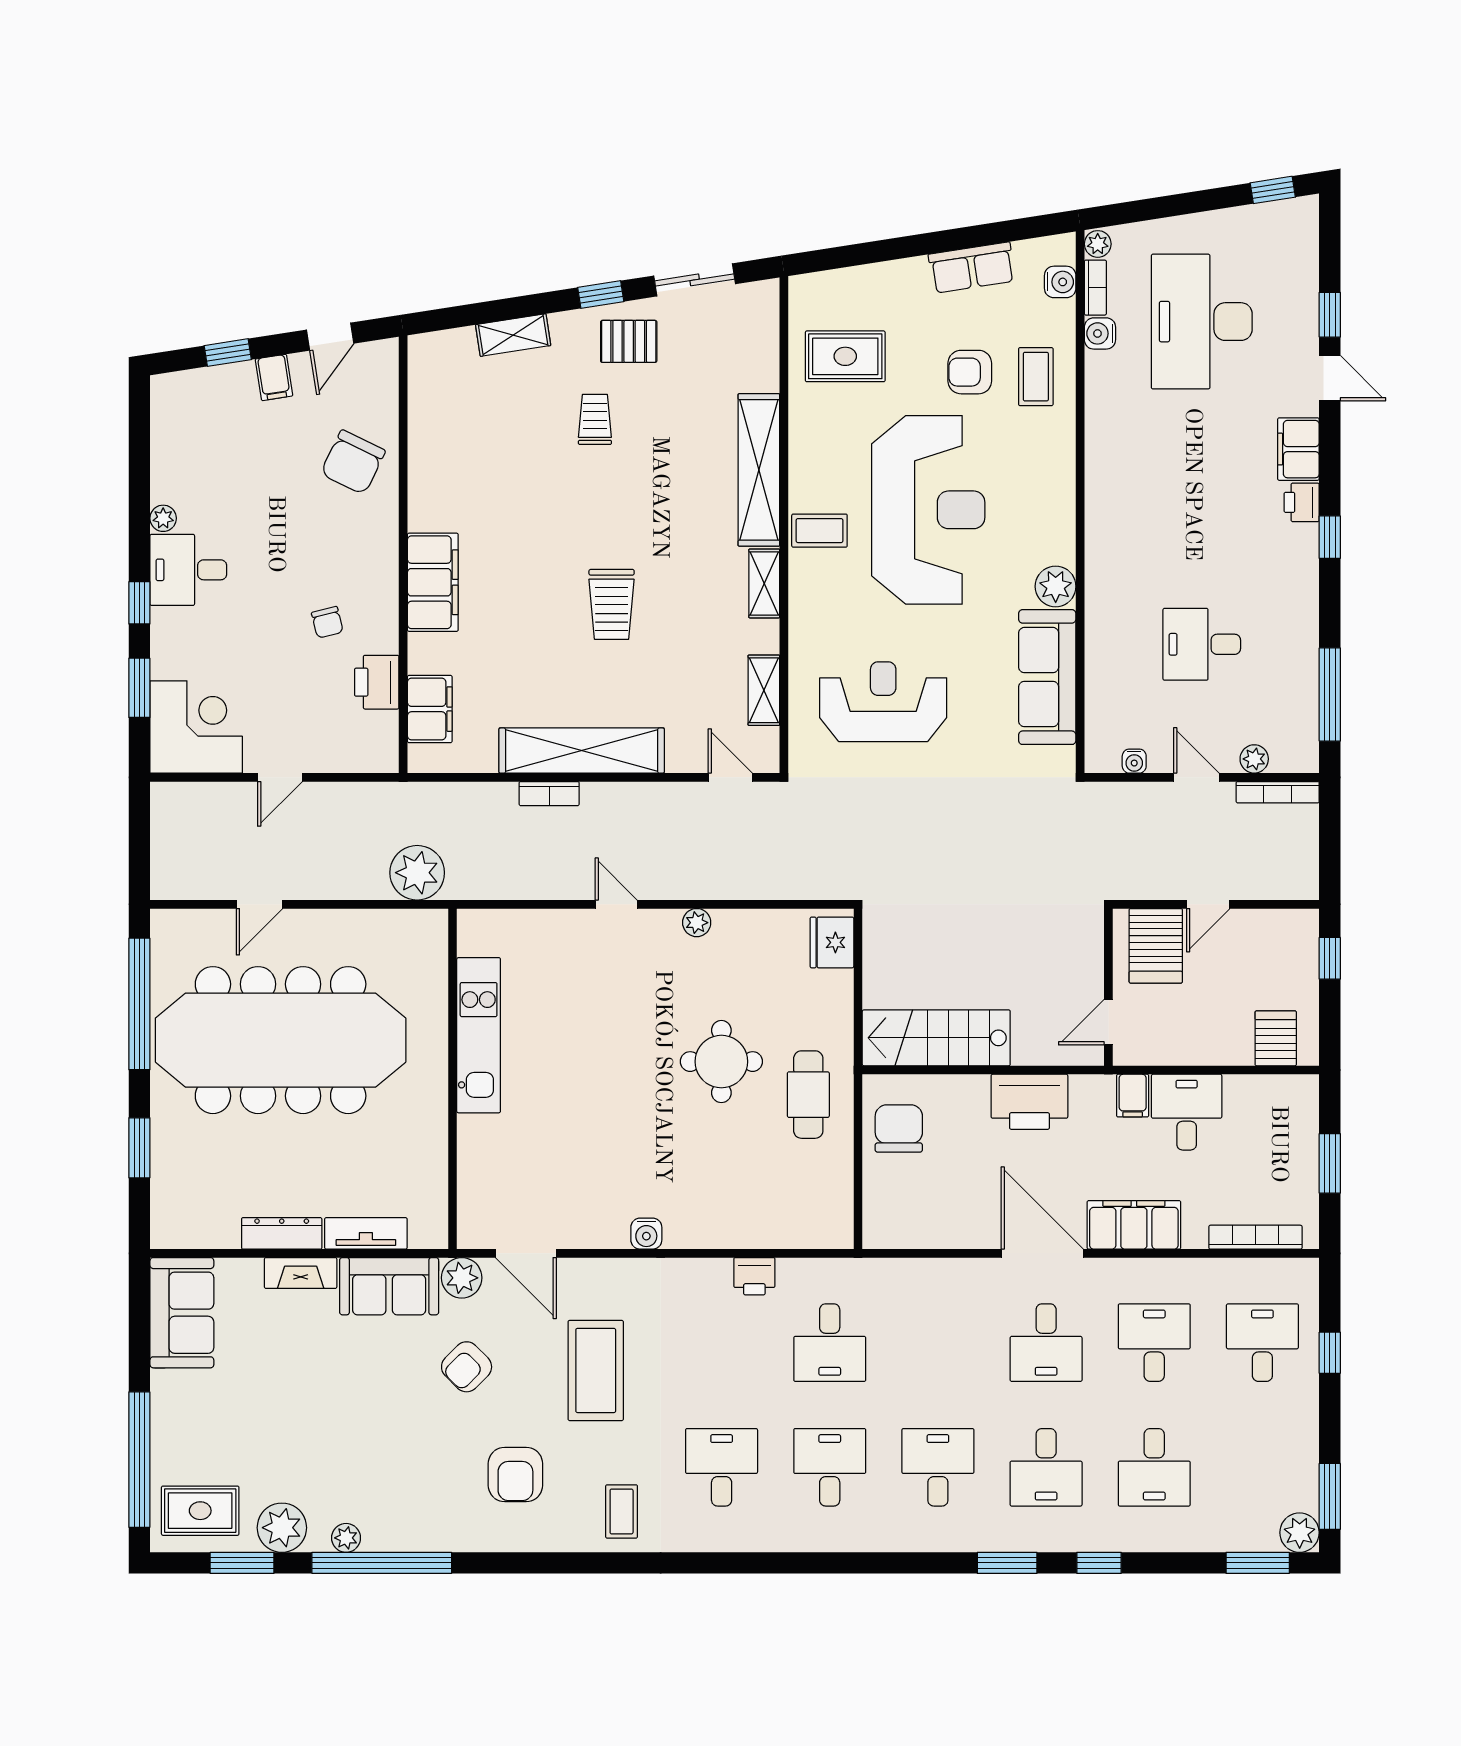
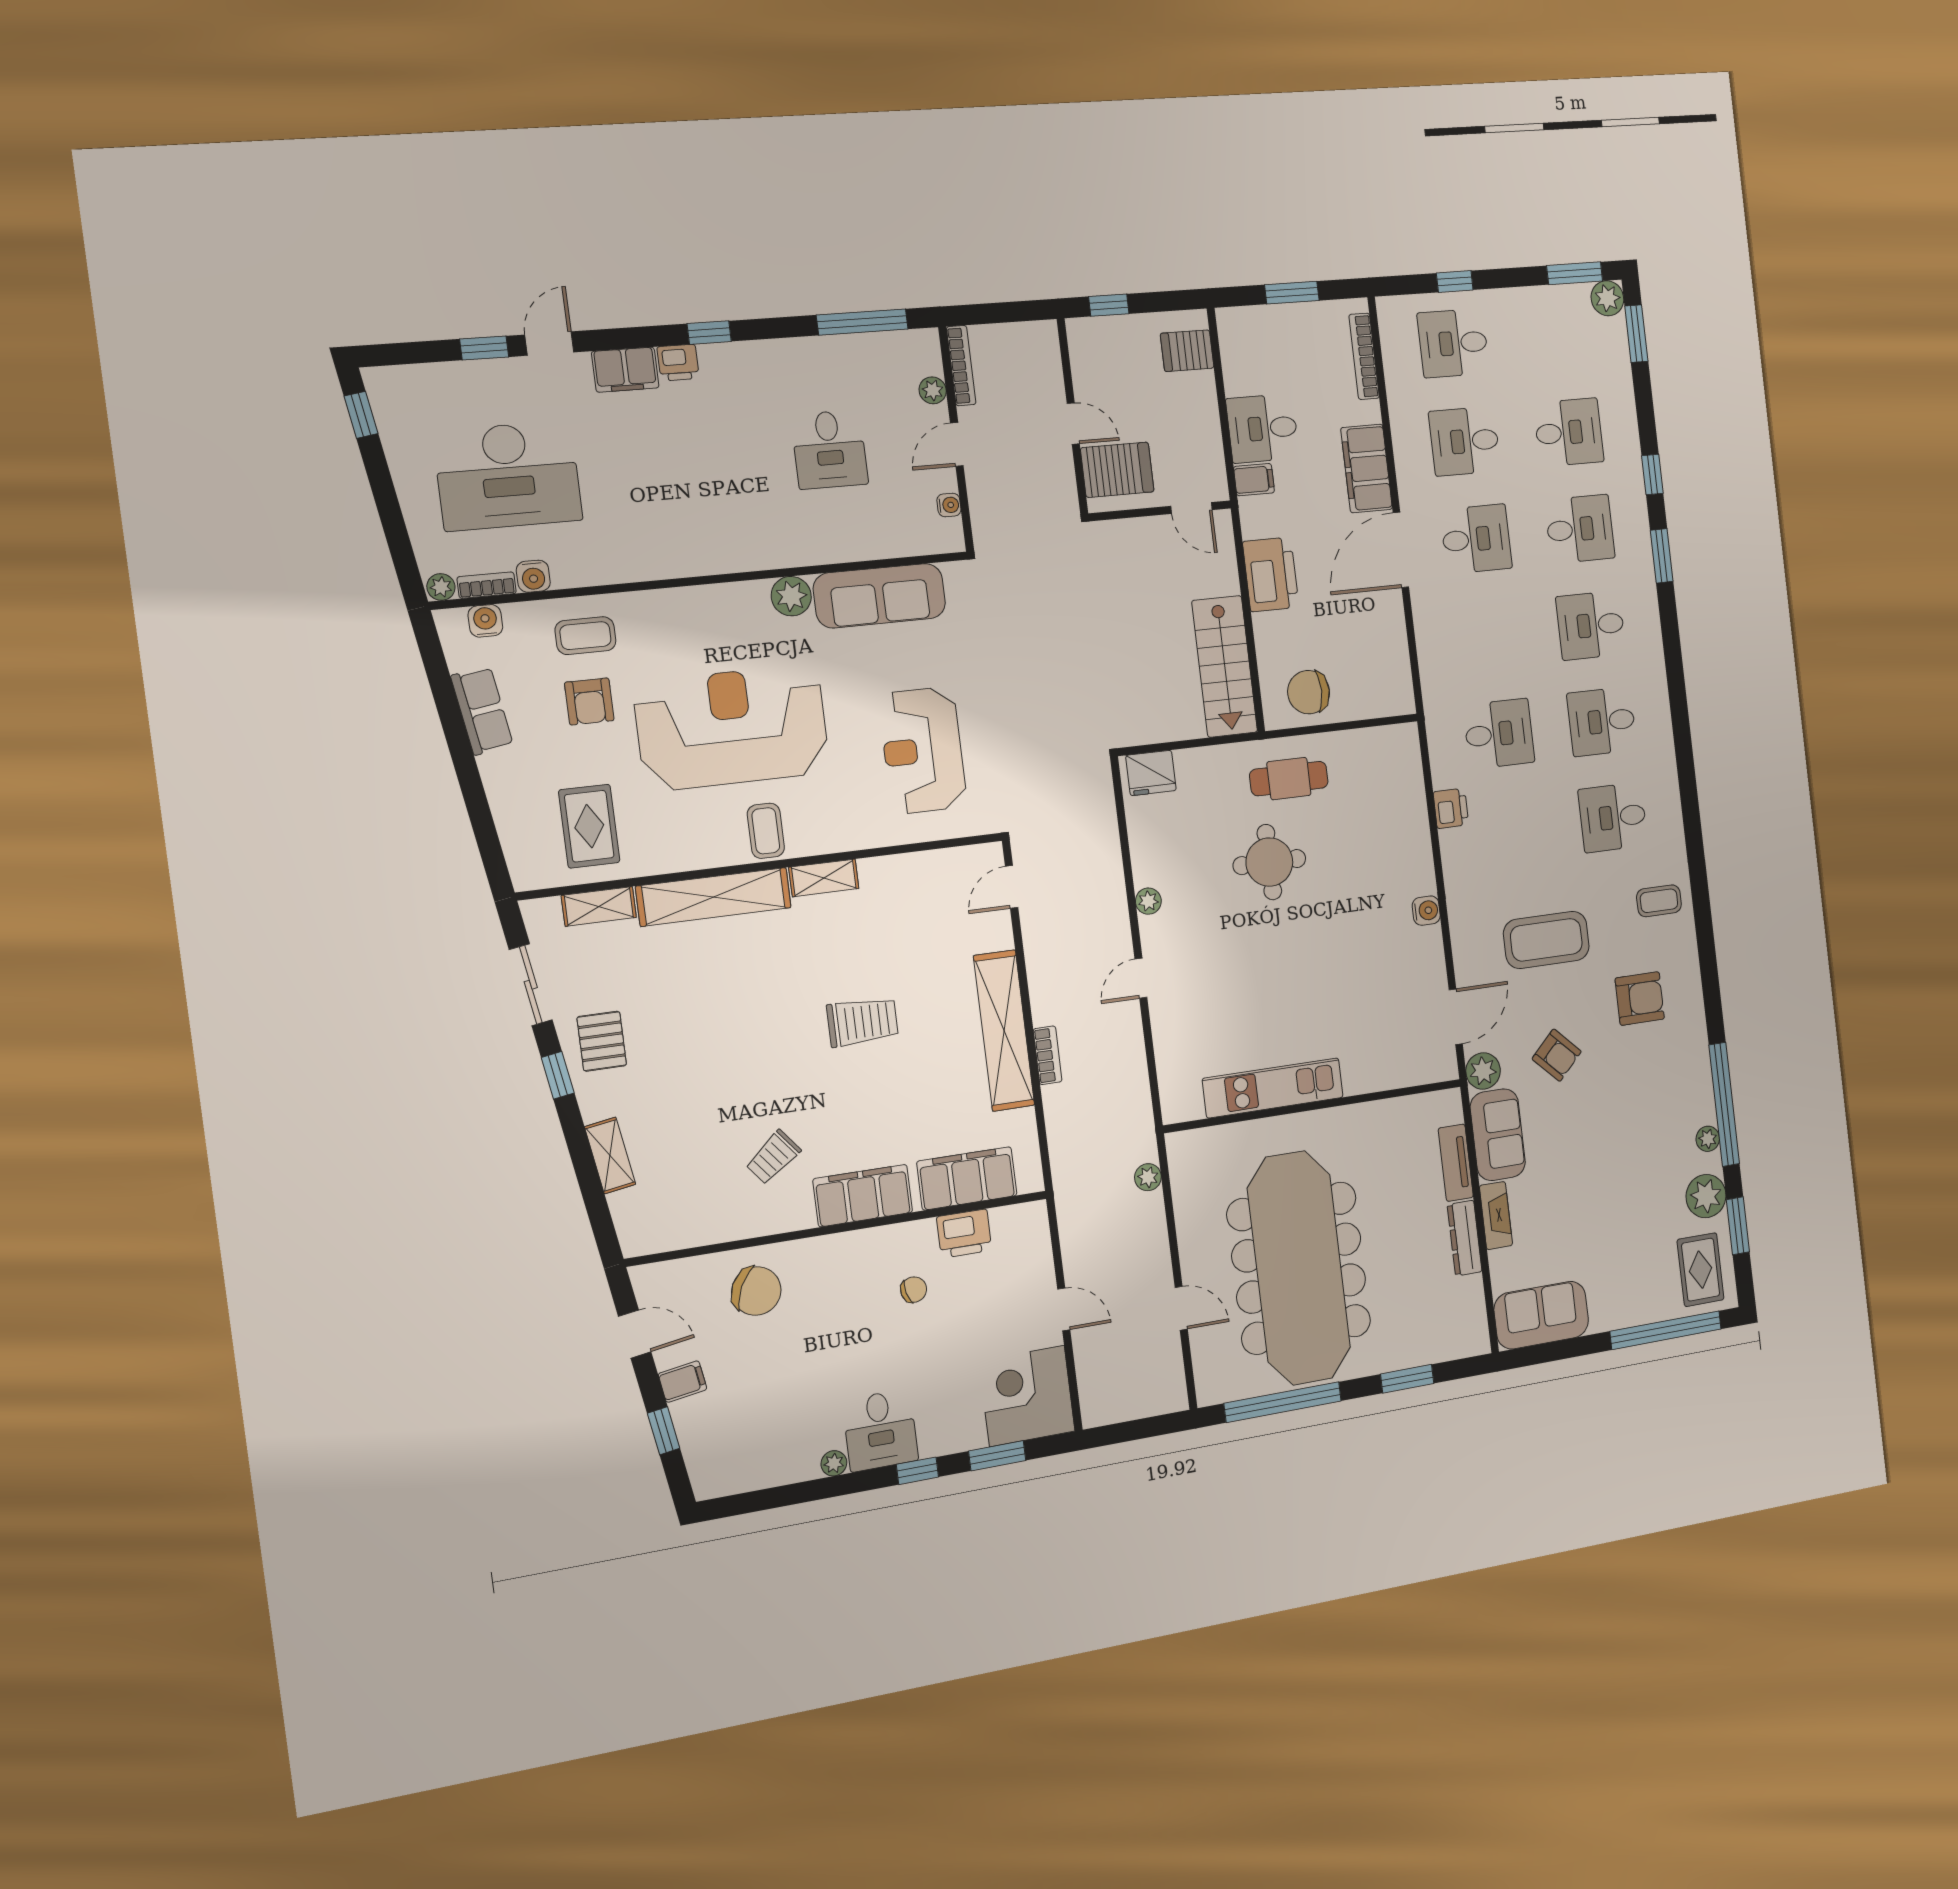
trolley: (595, 419) -> (773, 1157), moved, turned -38
shelving: (764, 690) -> (599, 906), moved
filing cabinet: (430, 709) -> (967, 1178), width x1.50, depth x1.17
plant: (417, 873) -> (1148, 1177), width x0.53, depth x0.53

